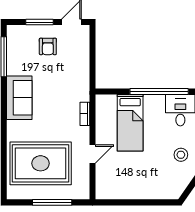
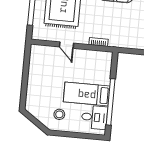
bed: (130, 123) -> (87, 94), moved

